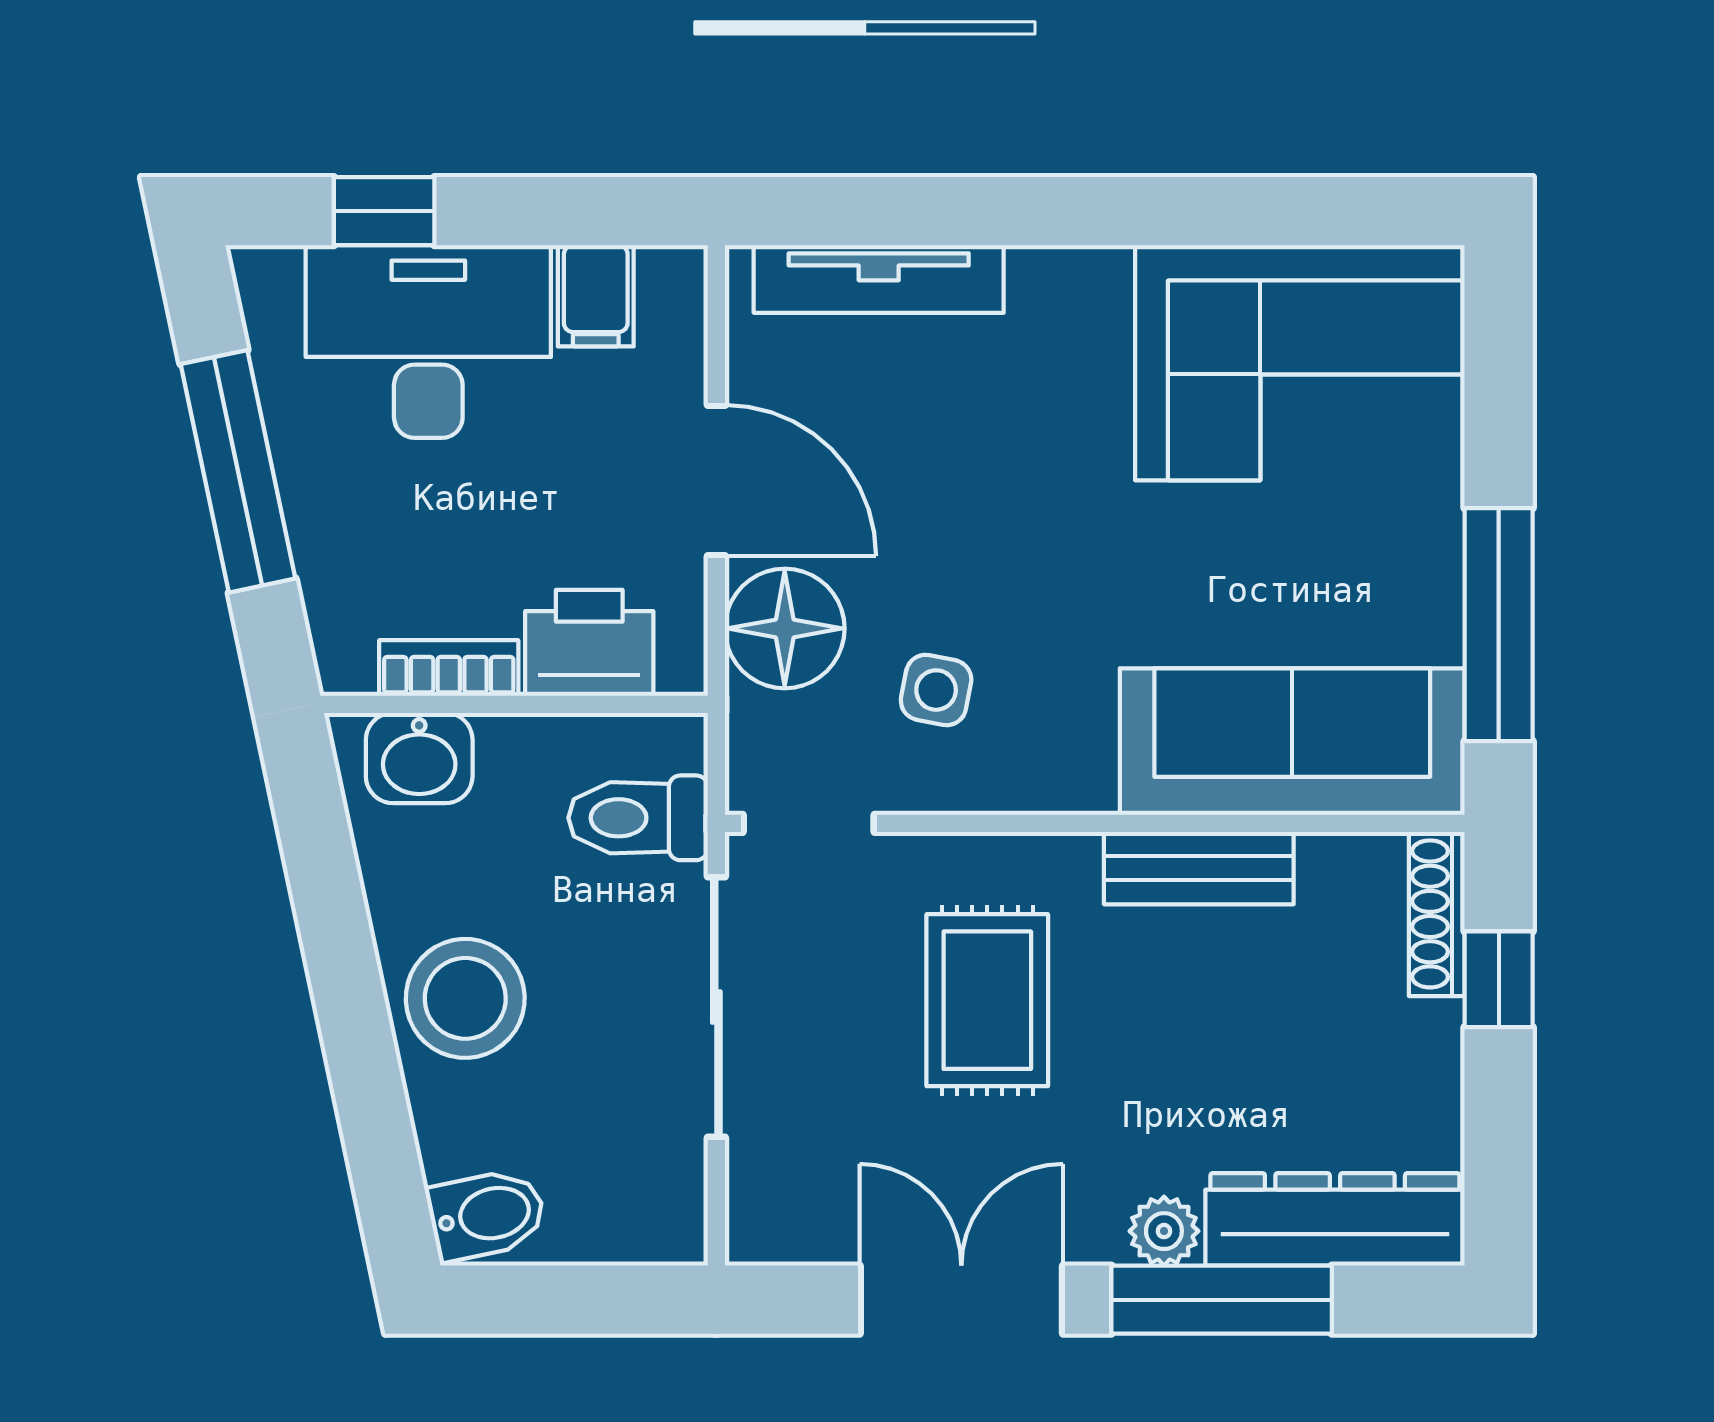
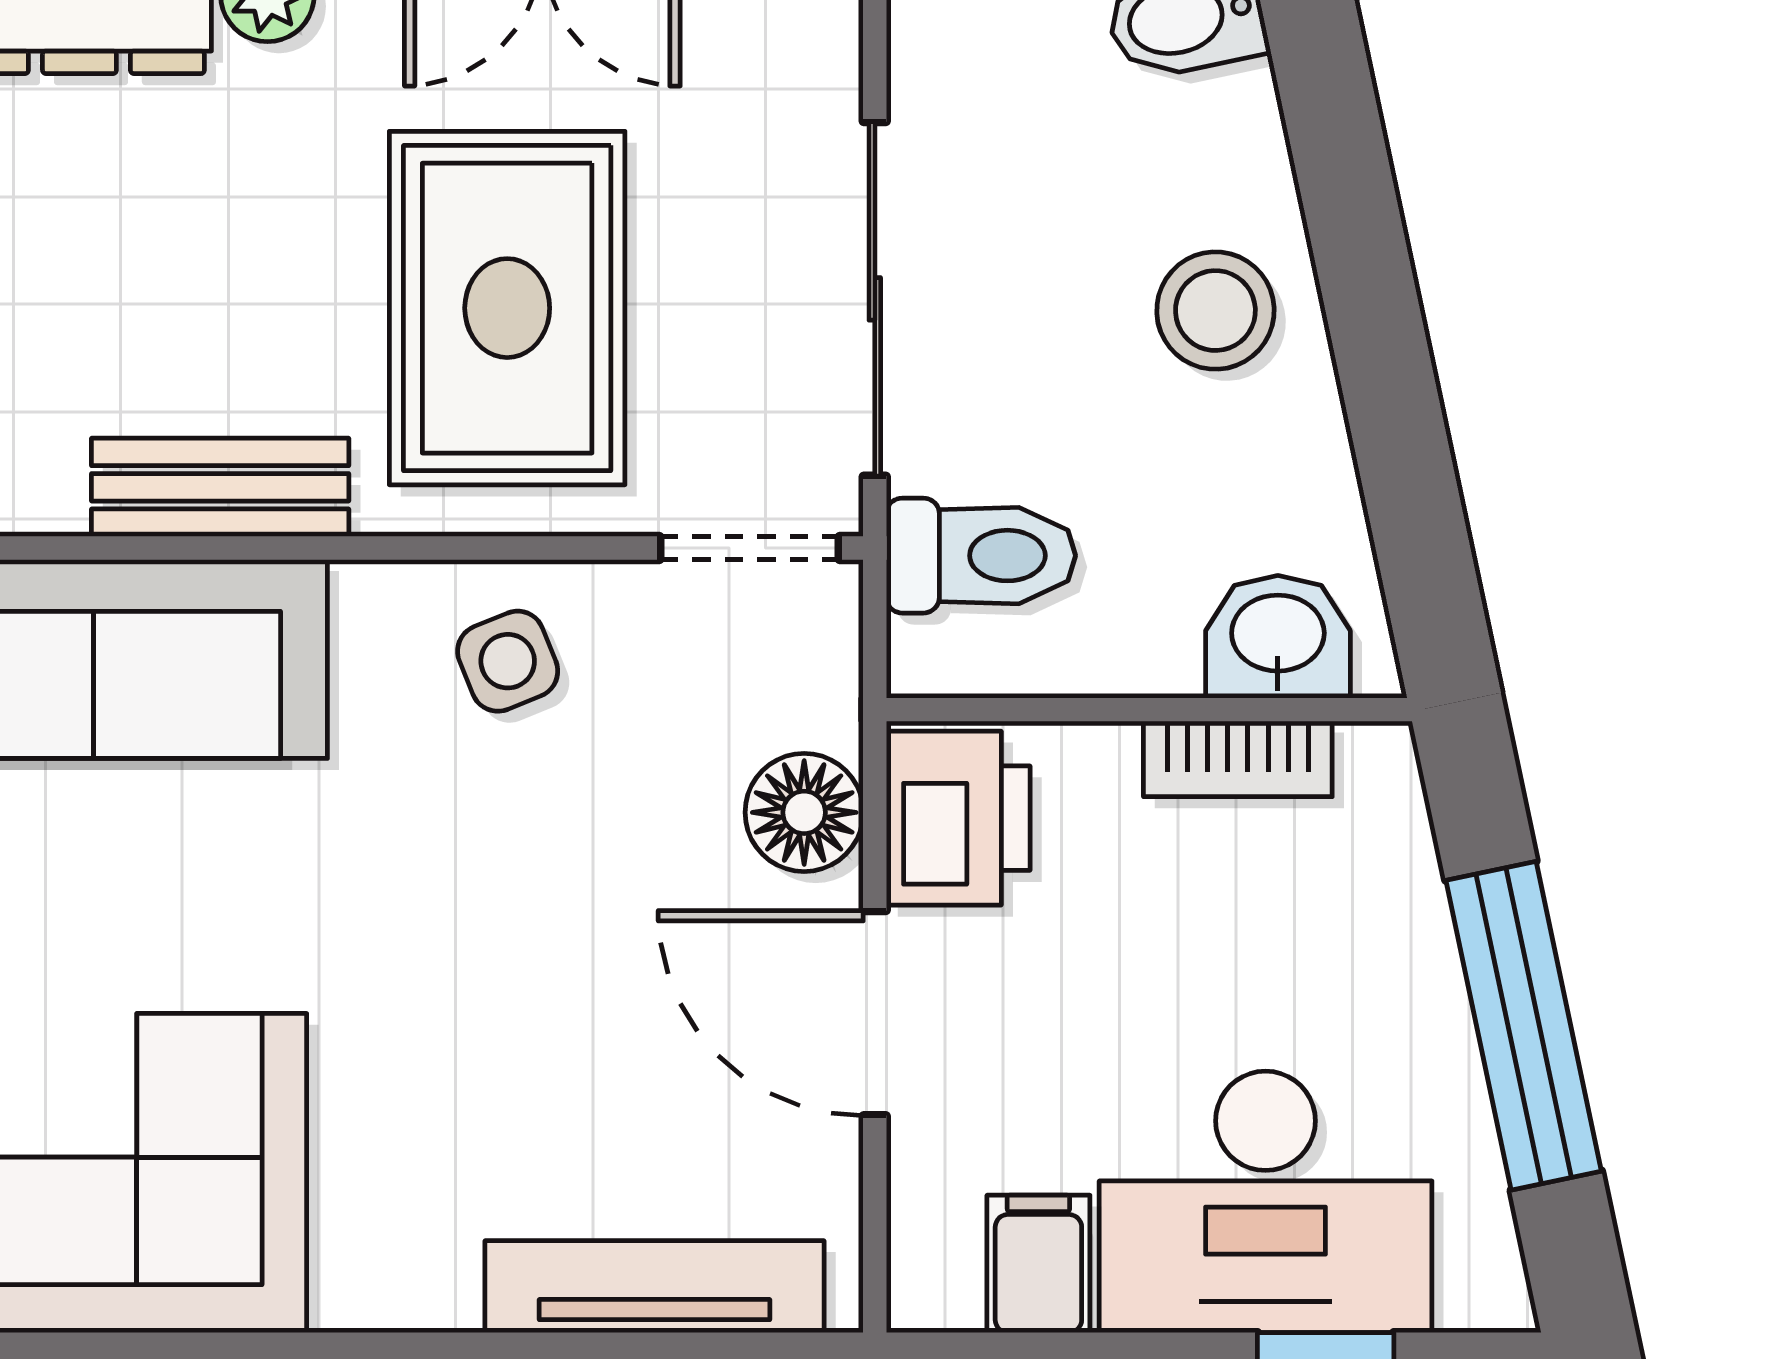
floor lamp: (785, 628) -> (804, 812), width x0.73, depth x0.73
printer: (589, 643) -> (958, 818), moved, turned -90
side table: (936, 690) -> (508, 661), moved, turned -33
stool: (465, 998) -> (1215, 311), width x0.73, depth x0.73
rug: (987, 1000) -> (507, 308), width x1.36, depth x1.43

